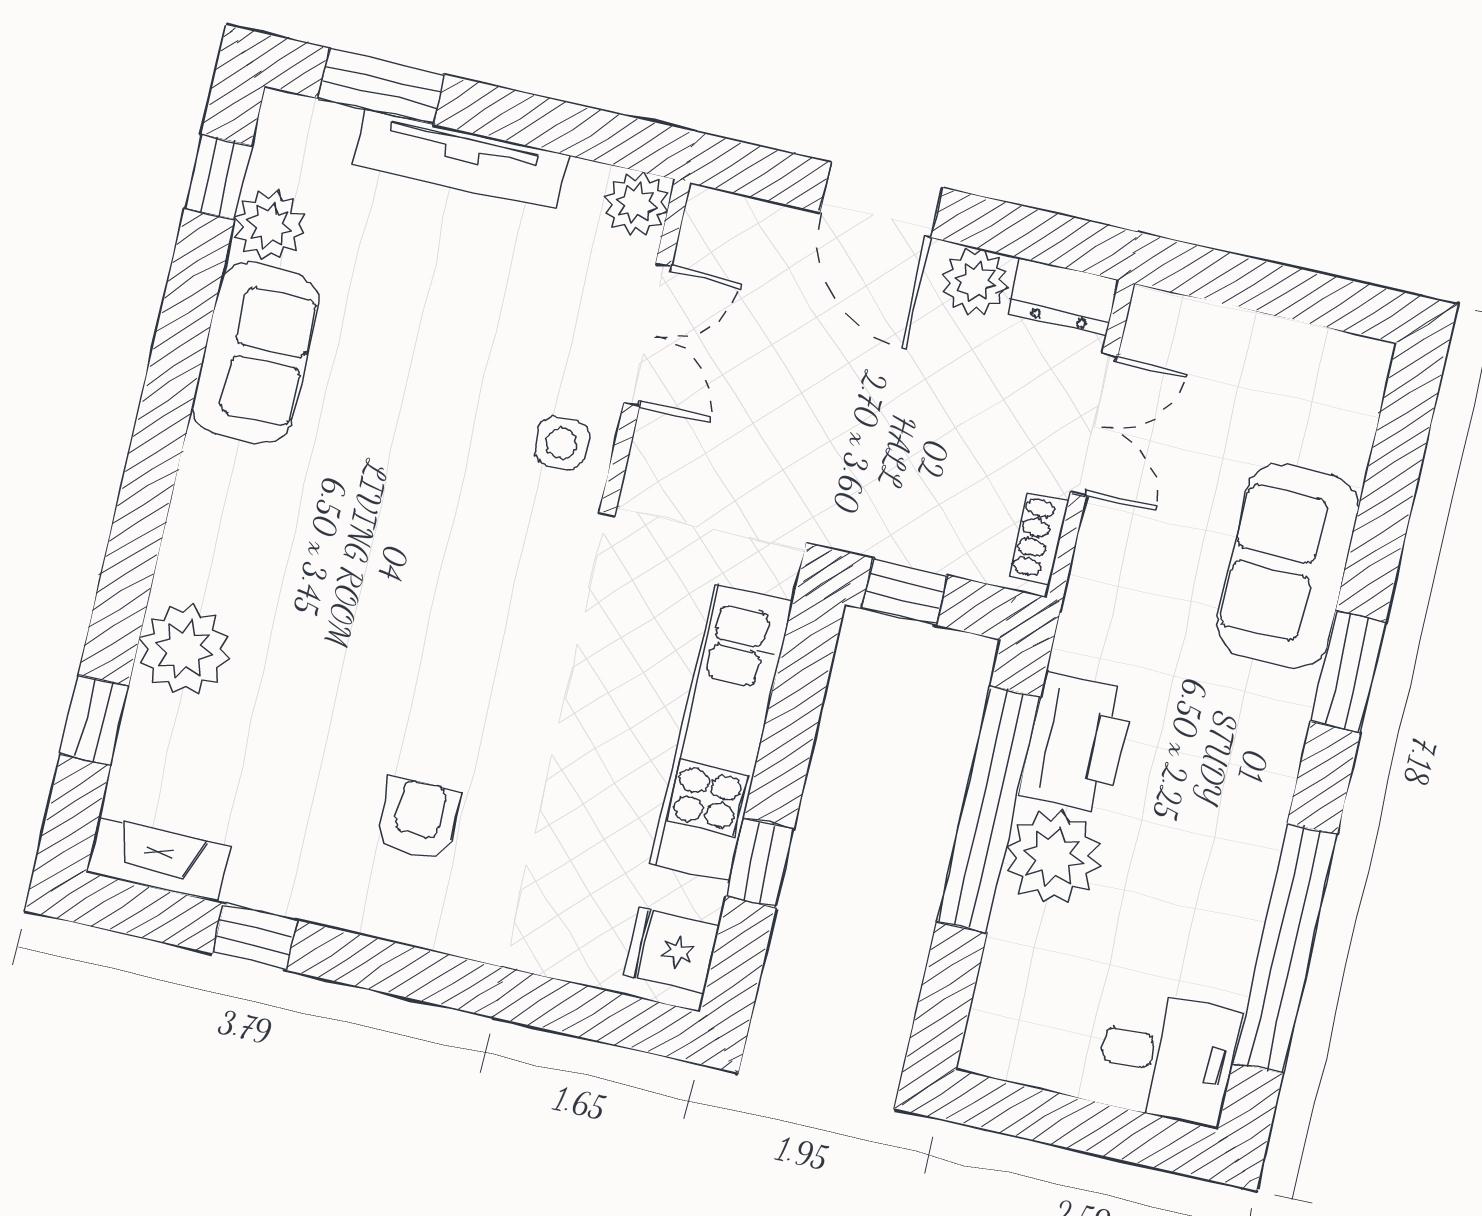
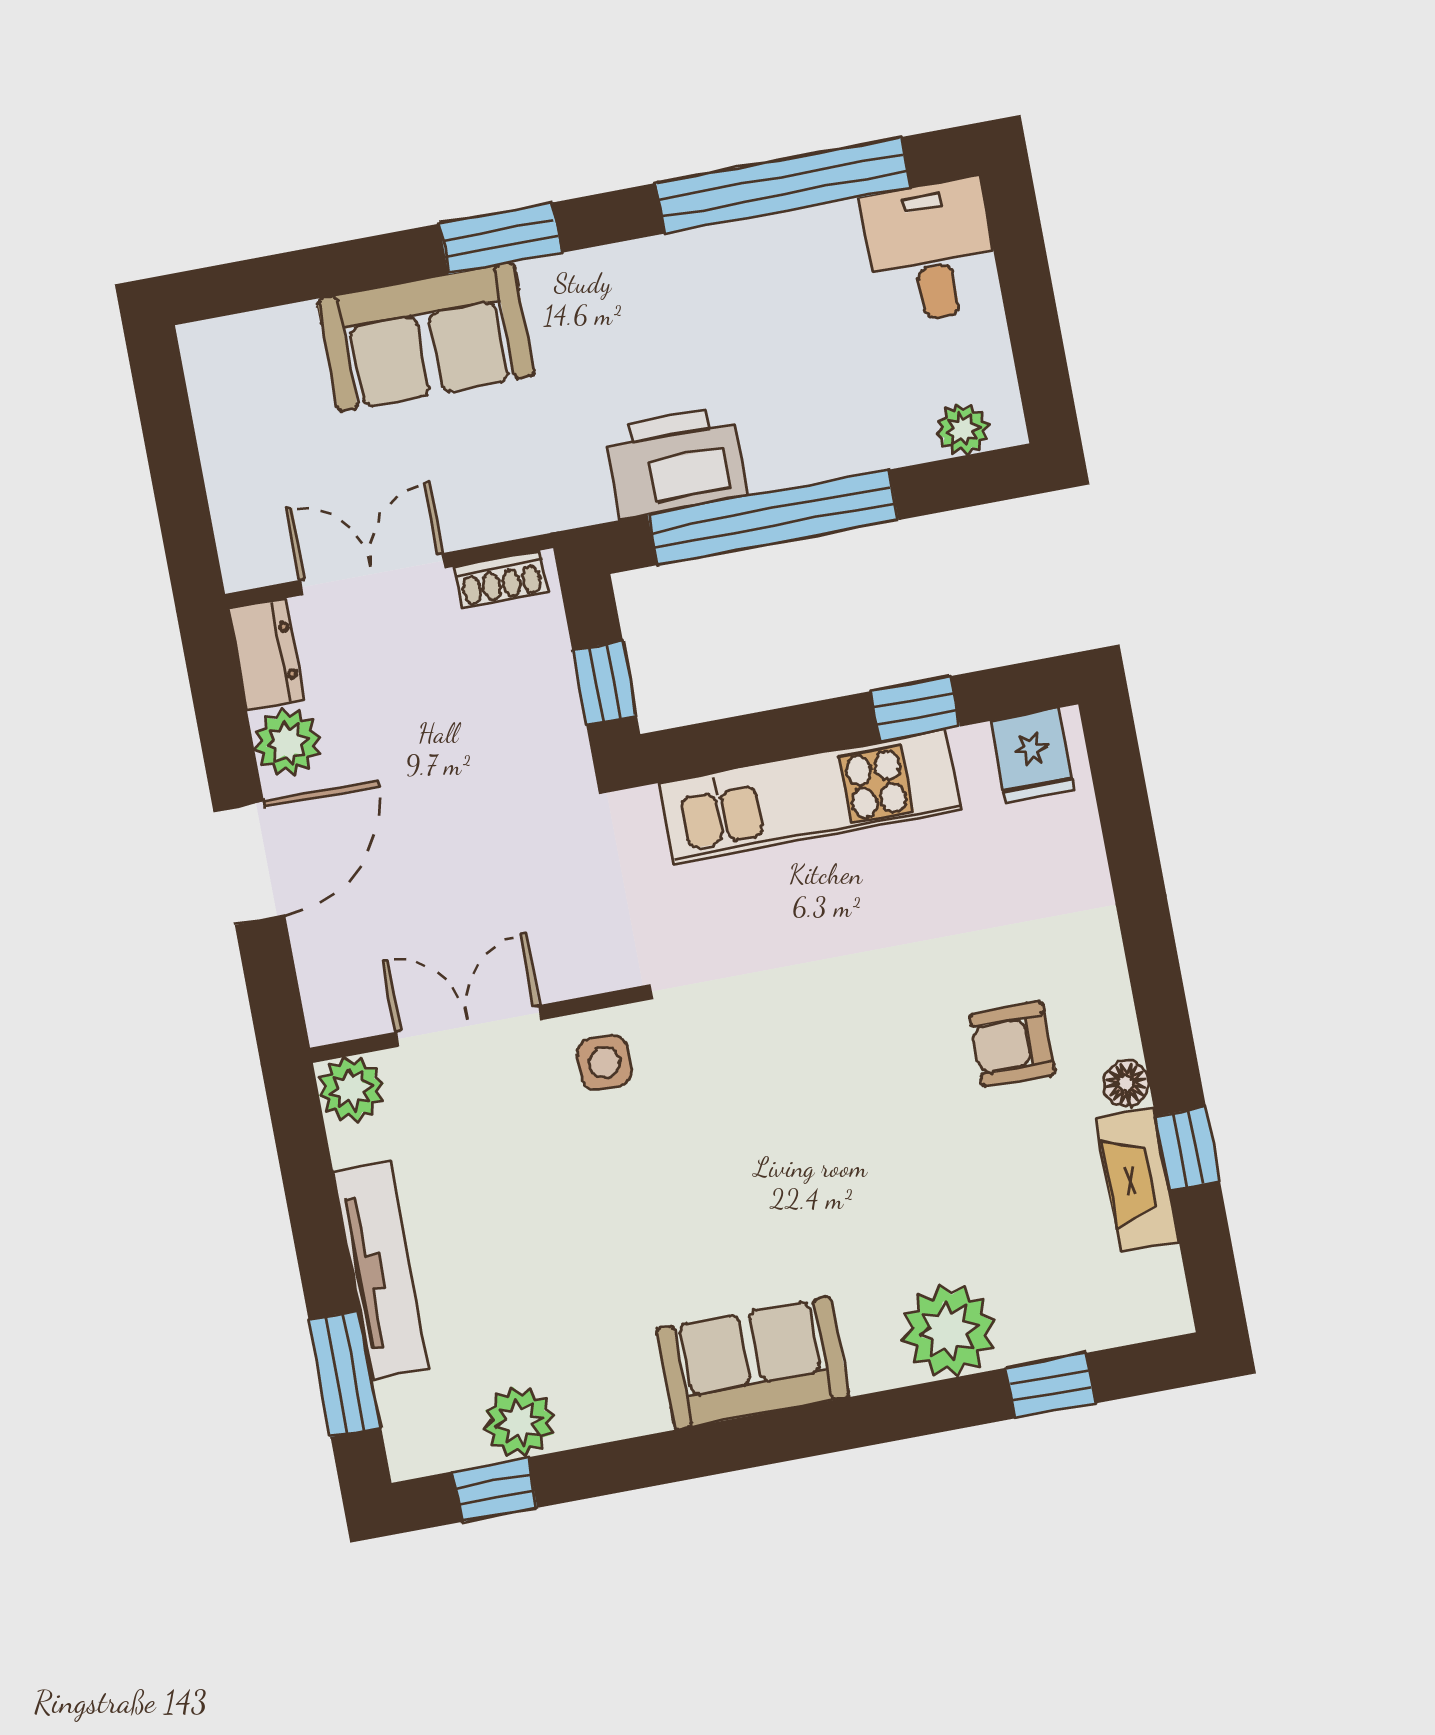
sofa: (256, 354) -> (753, 1363), moved
plant: (1053, 857) -> (962, 429), moved, width x0.53, depth x0.53
fireplace: (158, 859) -> (1137, 1179), moved
floor lamp: (338, 907) -> (1126, 1083), added

